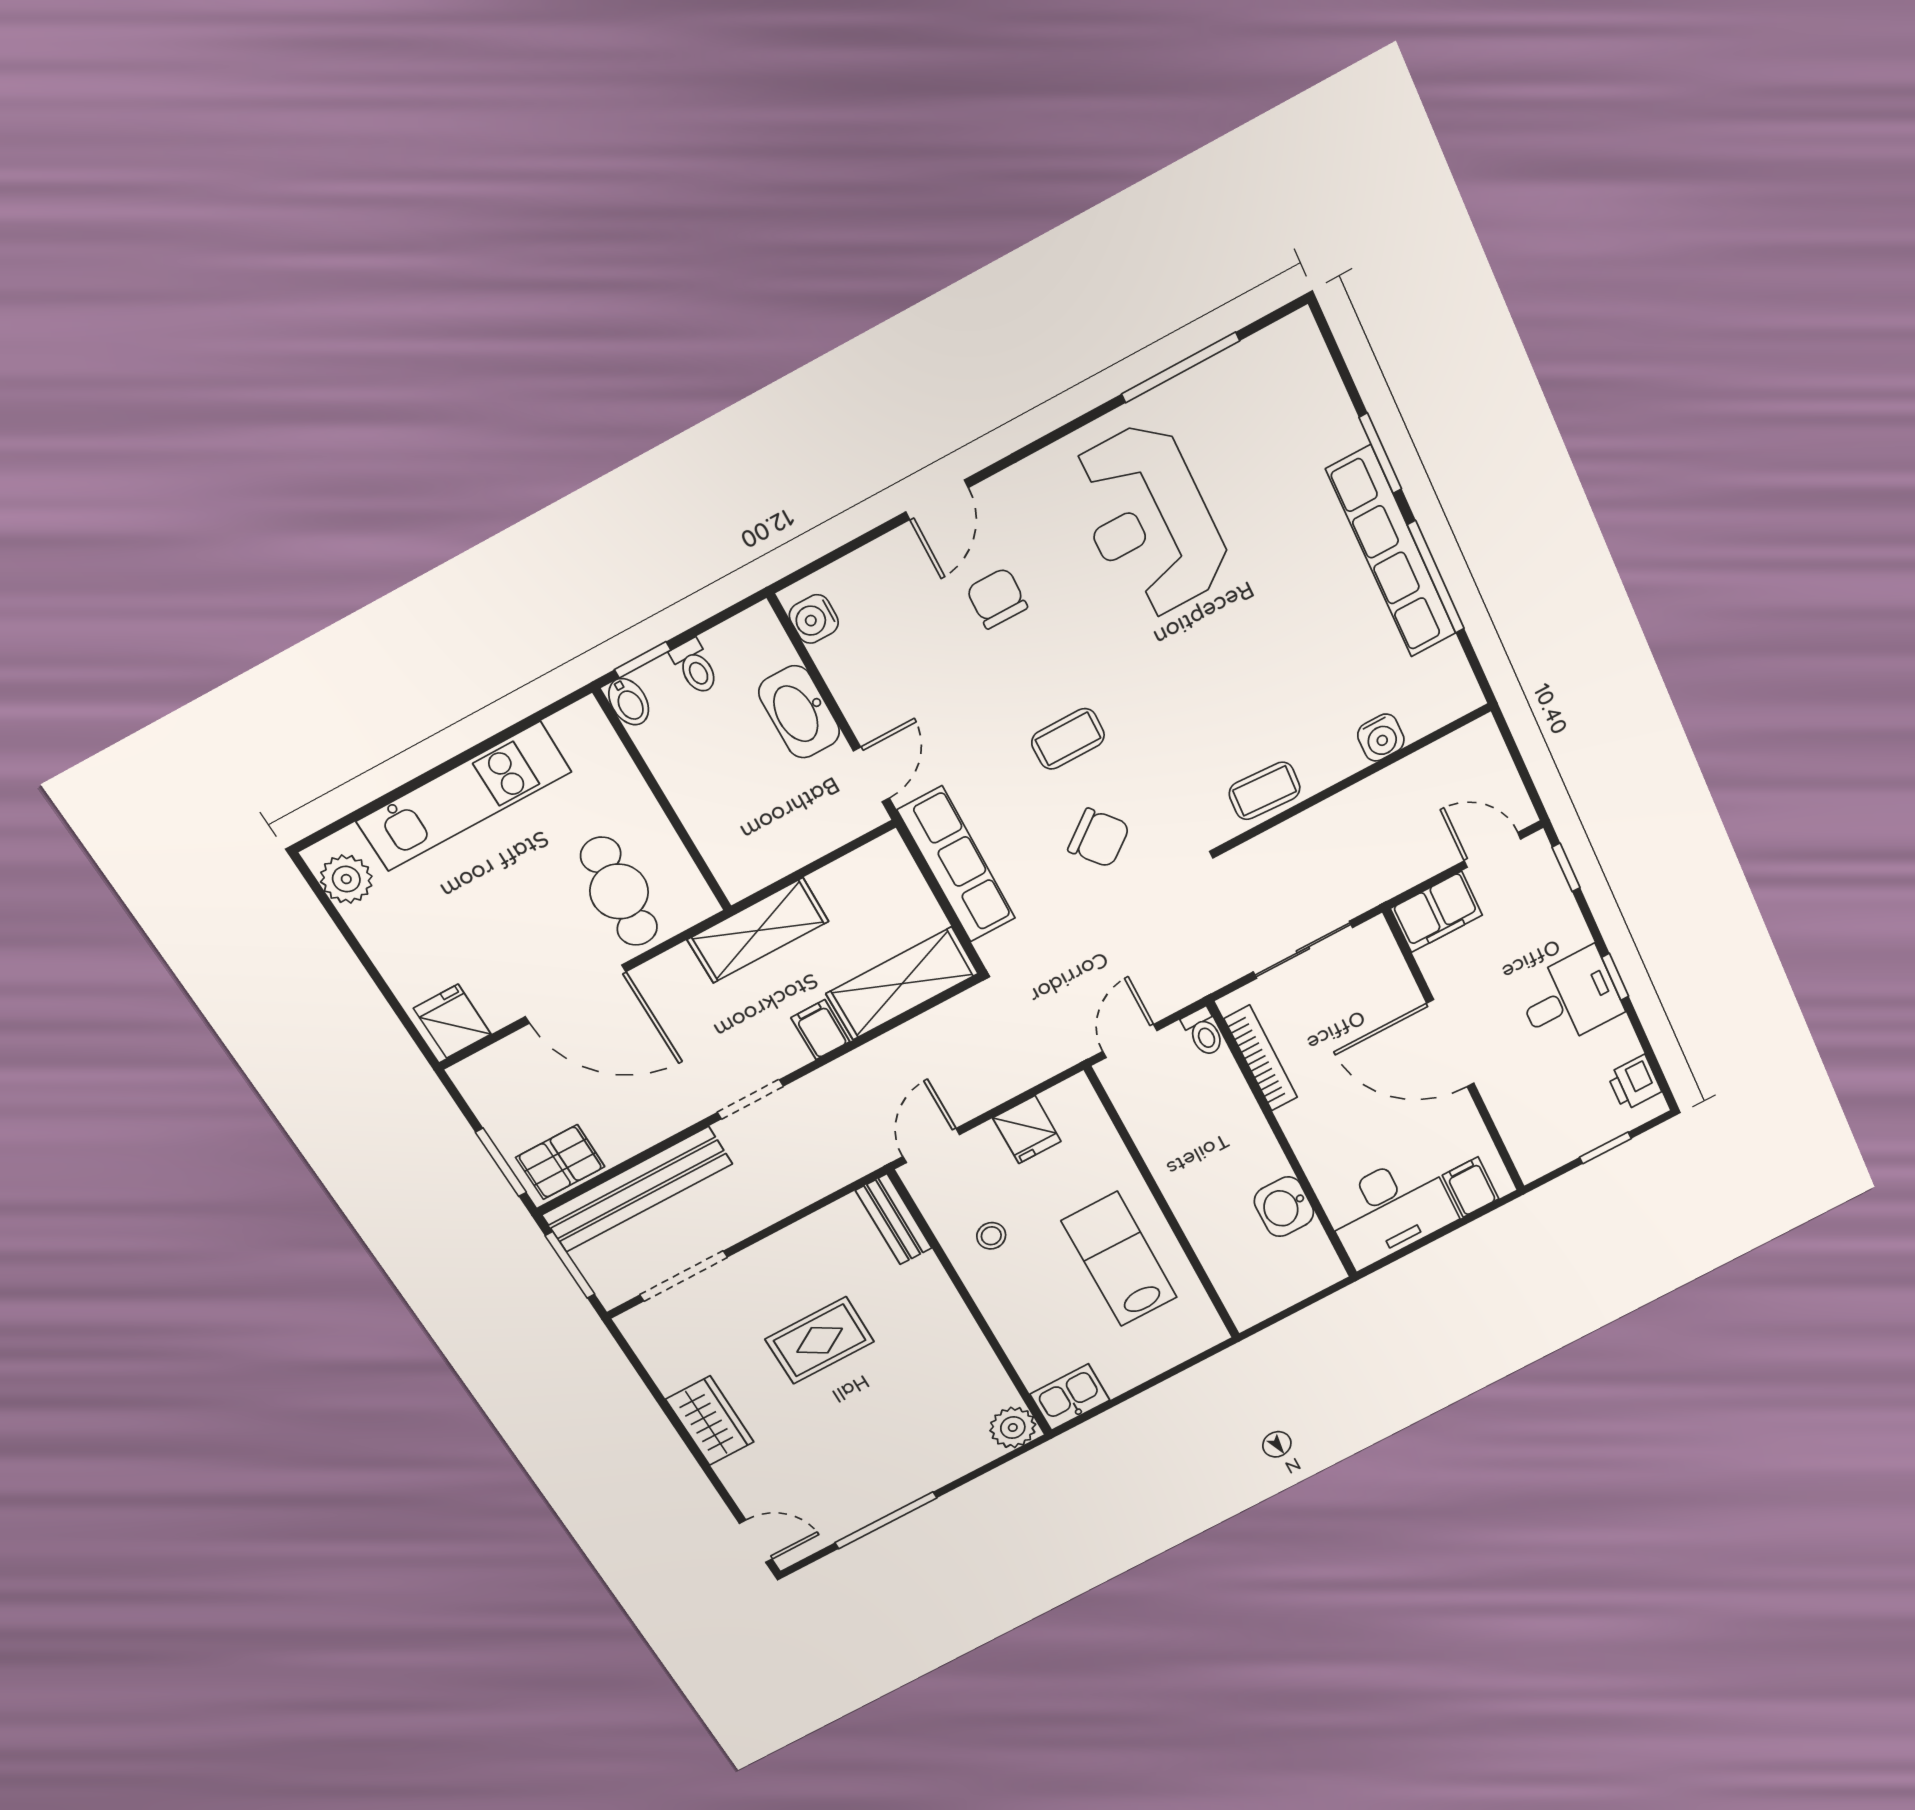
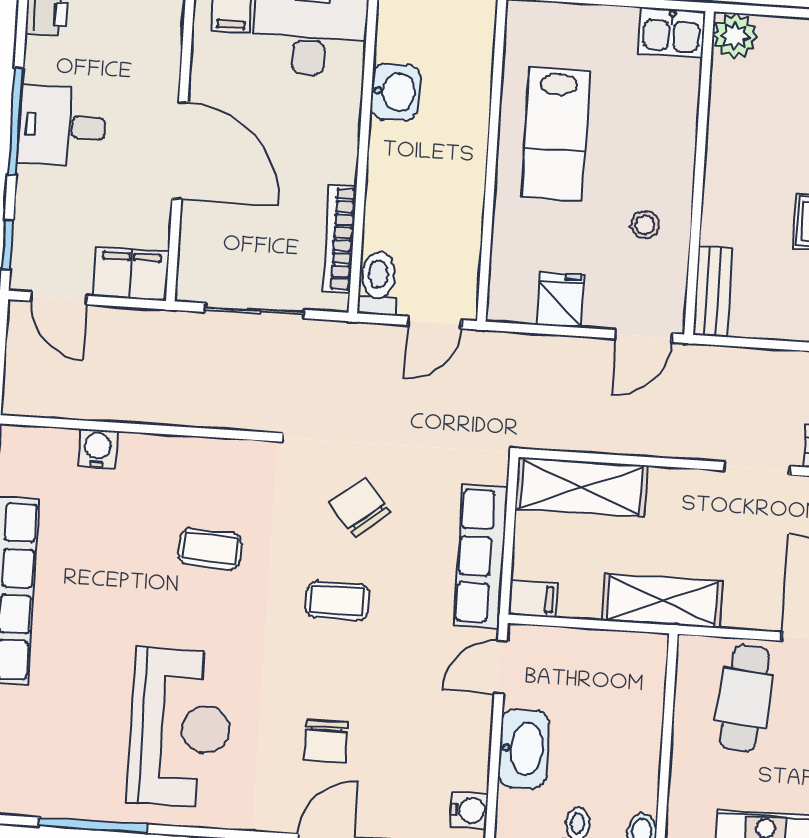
coffee table: (1265, 791) -> (210, 549), moved
window: (1615, 977) -> (15, 121), width x2.17
filing cabinet: (820, 1030) -> (533, 598), moved, turned -90
toilet: (1204, 1032) -> (378, 283), width x1.37, depth x1.39

